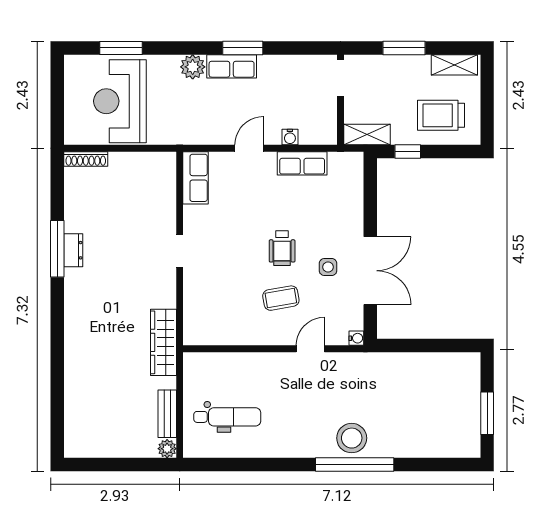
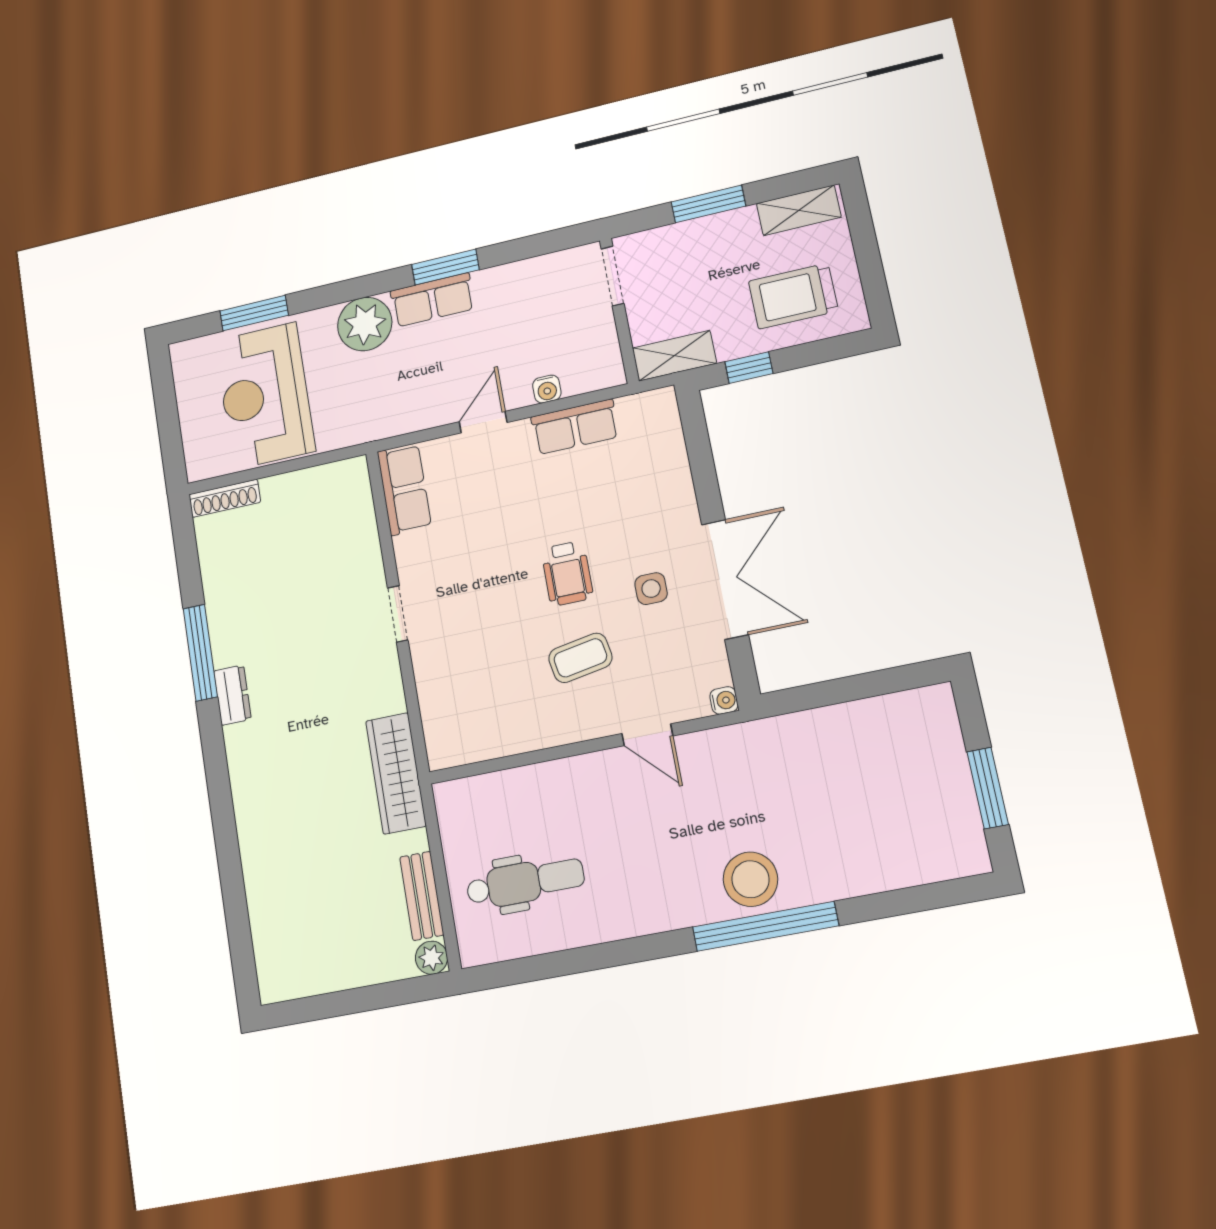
plant: (193, 67) -> (365, 324), width x1.36, depth x1.36
dresser: (73, 250) -> (232, 695), moved
door: (310, 349) -> (647, 735), swing flipped

